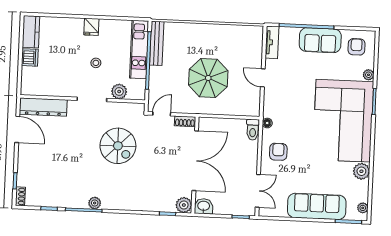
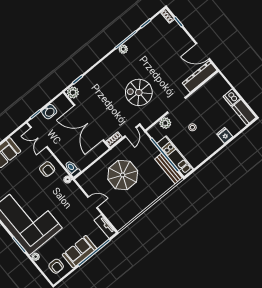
fridge: (91, 27) -> (225, 135), moved
washbasin: (204, 206) -> (49, 112), moved

